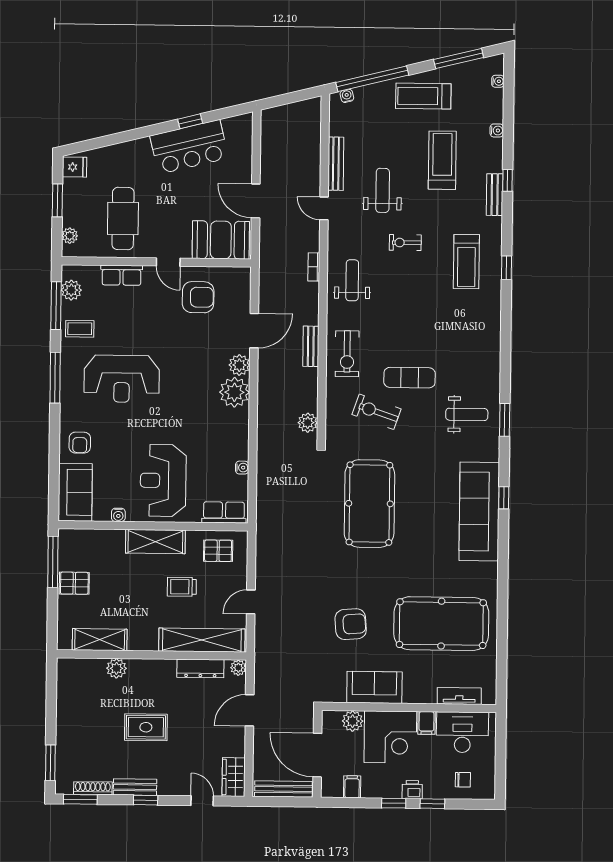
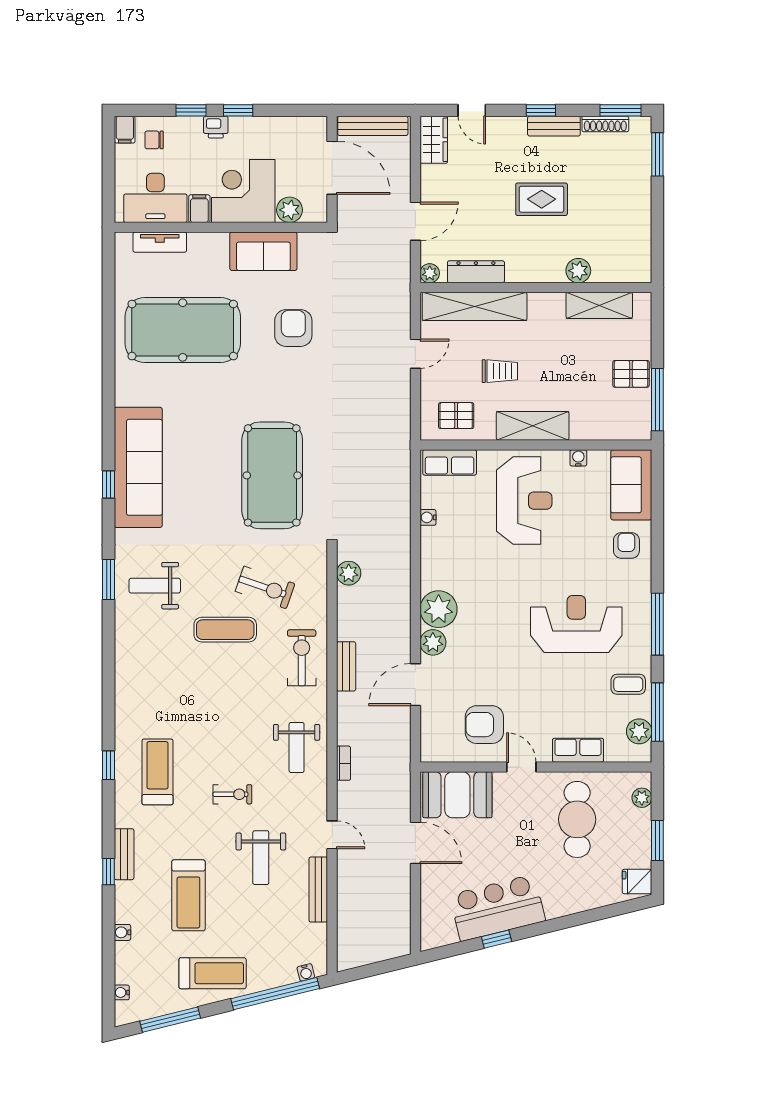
armchair: (351, 624) -> (293, 328), turned 95
filing cabinet: (352, 787) -> (125, 130), moved

